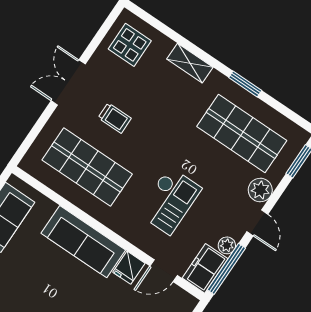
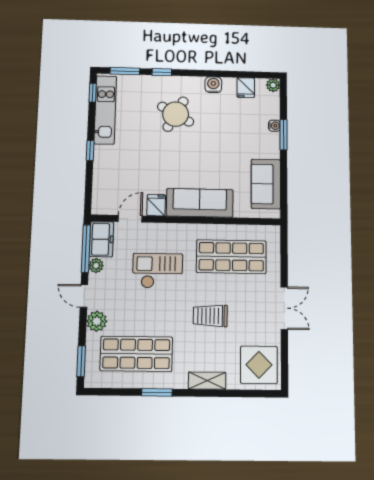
display table: (130, 45) -> (259, 365), width x1.36, depth x1.36
trolley: (115, 118) -> (210, 316), moved, width x1.36, depth x1.39
checkout: (170, 201) -> (158, 271), turned 90

